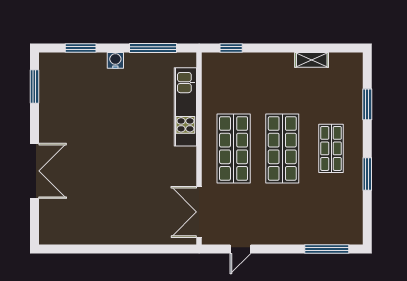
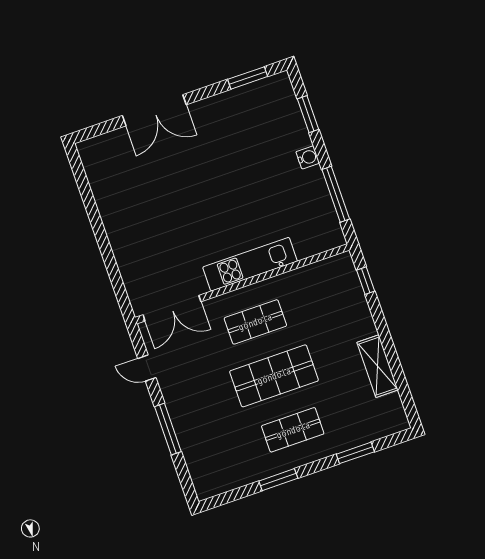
shelving: (312, 60) -> (377, 366), width x1.50, depth x1.33
kitchen unit: (185, 107) -> (250, 264), moved
shop shelf: (234, 148) -> (255, 322), width x0.70, depth x0.74
double door: (199, 212) -> (172, 308), swing flipped
window: (327, 249) -> (168, 429), moved

